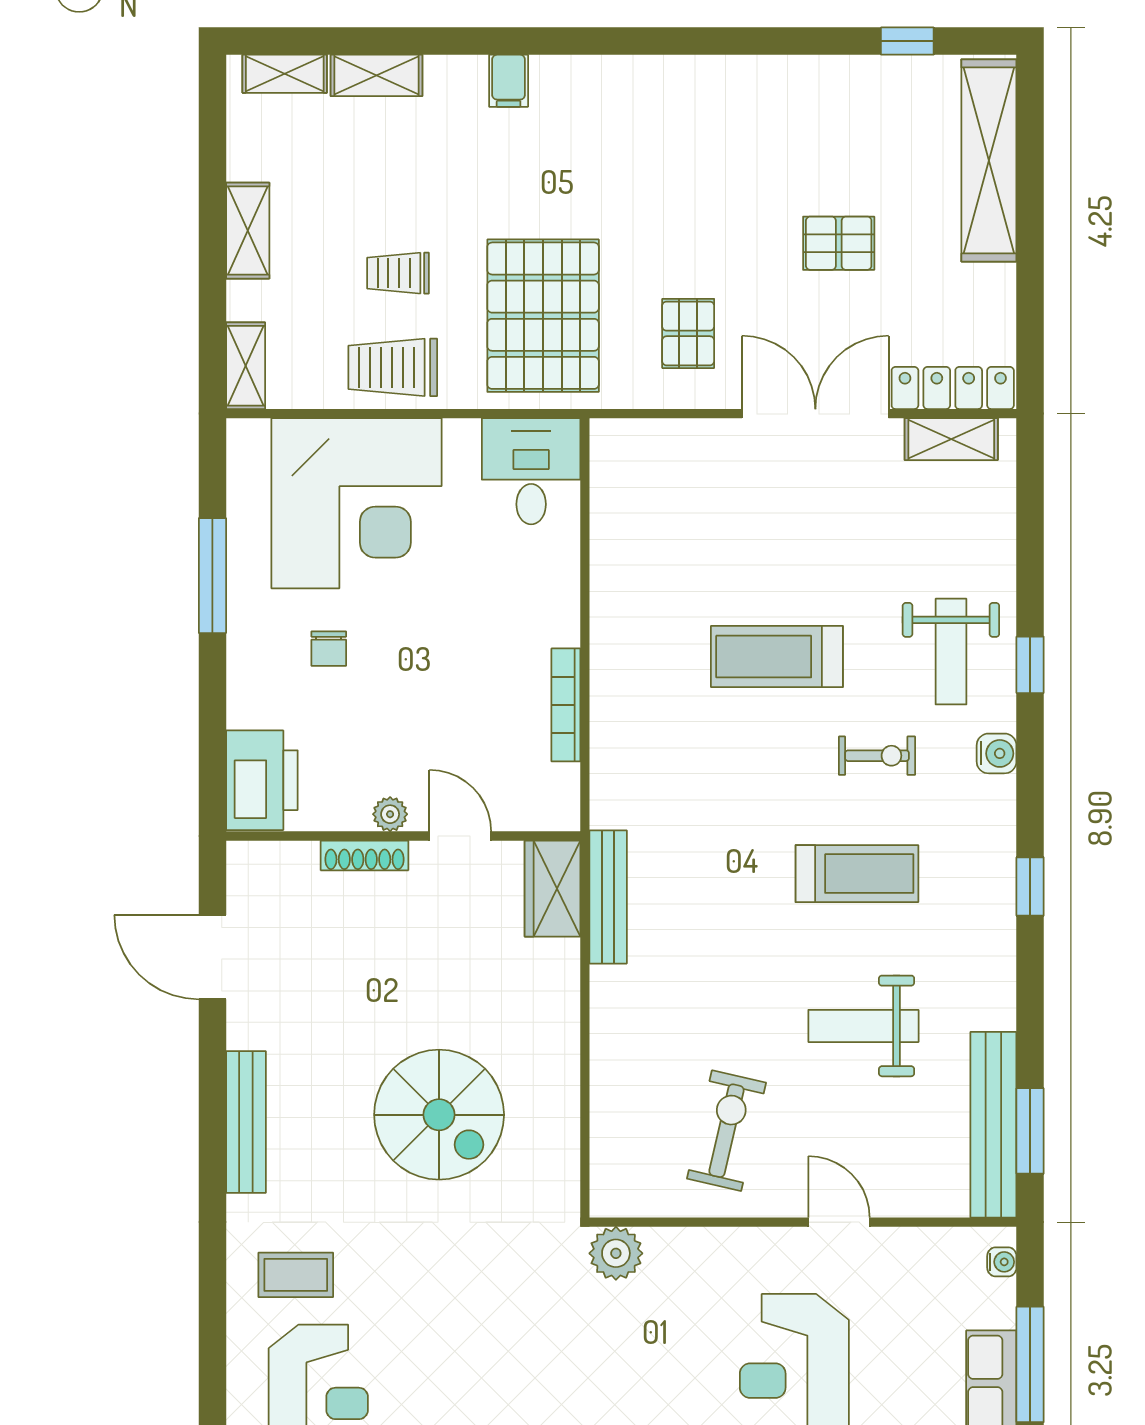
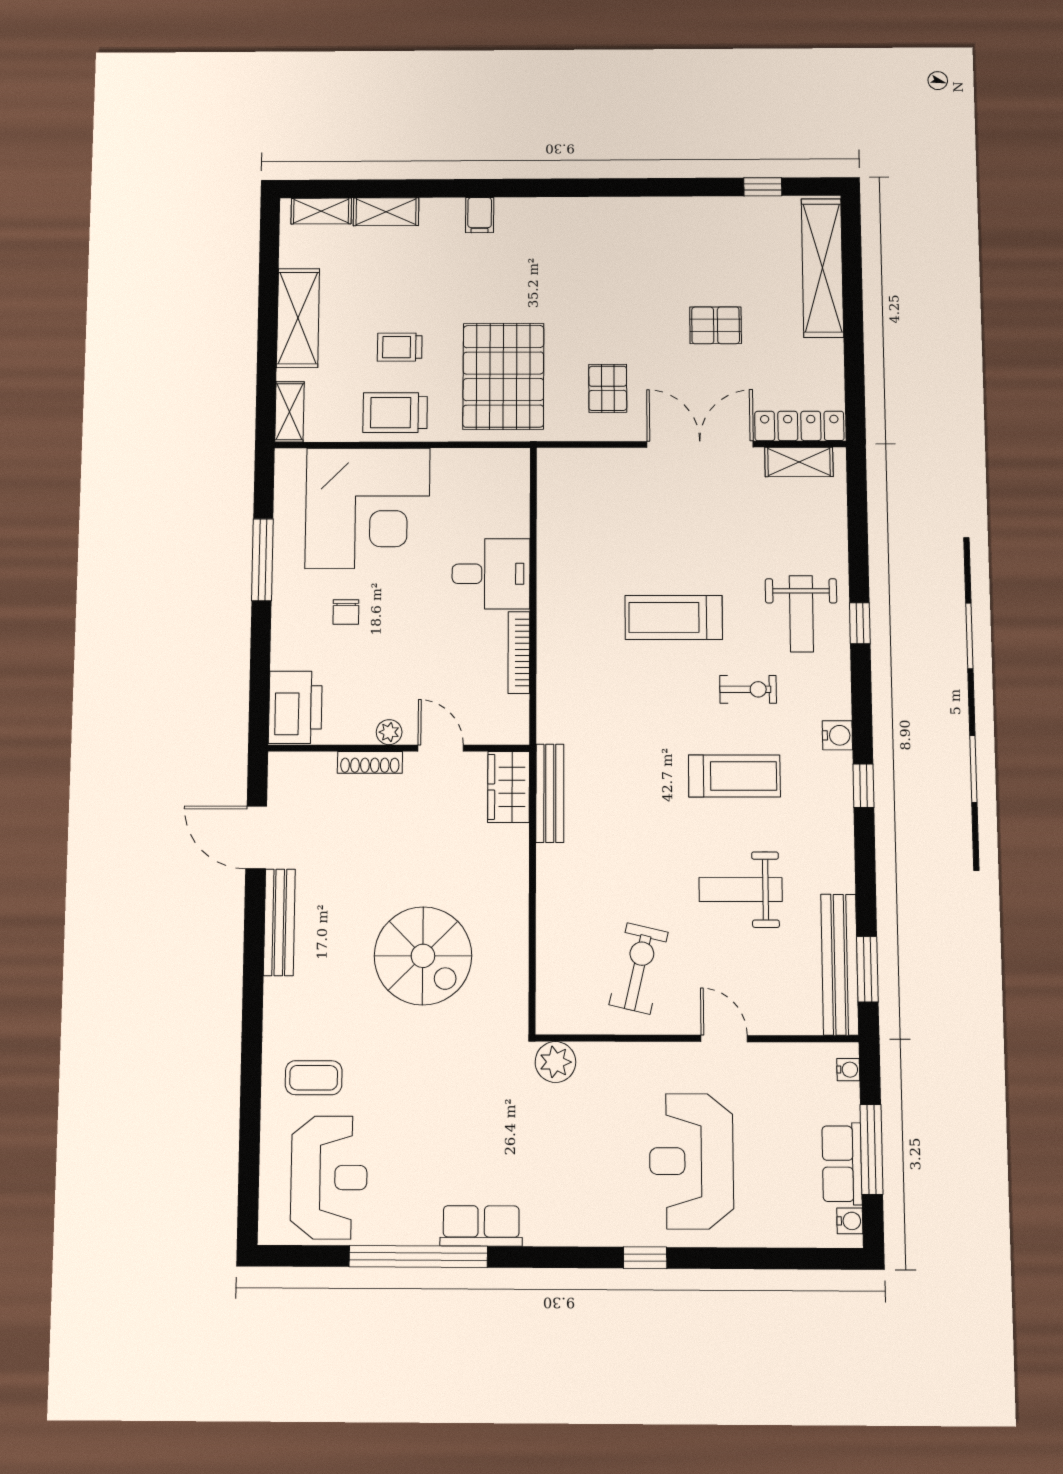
shelving: (248, 231) -> (298, 318), width x1.50, depth x1.33
desk: (531, 471) -> (491, 574), moved, turned 90
water cooler: (997, 753) -> (837, 735), moved
bench: (246, 1122) -> (279, 922), moved

